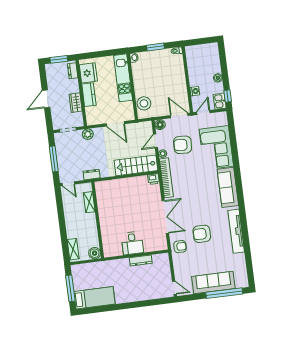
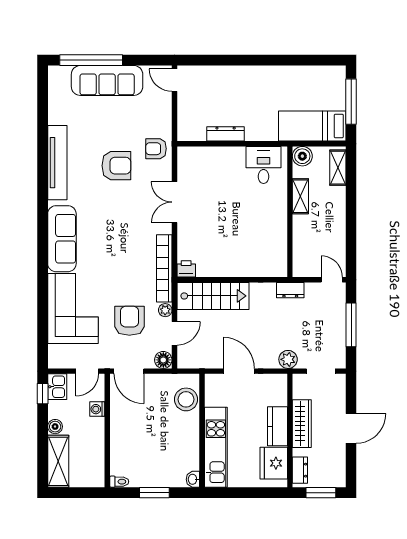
shelving: (213, 58) -> (58, 461), added
wardrobe: (76, 103) -> (302, 424), width x1.50
armchair: (183, 145) -> (129, 321), turned -93
shelving: (89, 202) -> (300, 196), moved
double door: (165, 217) -> (174, 202), width x0.73
desk: (132, 243) -> (264, 165), moved
bed: (94, 298) -> (312, 126), moved

